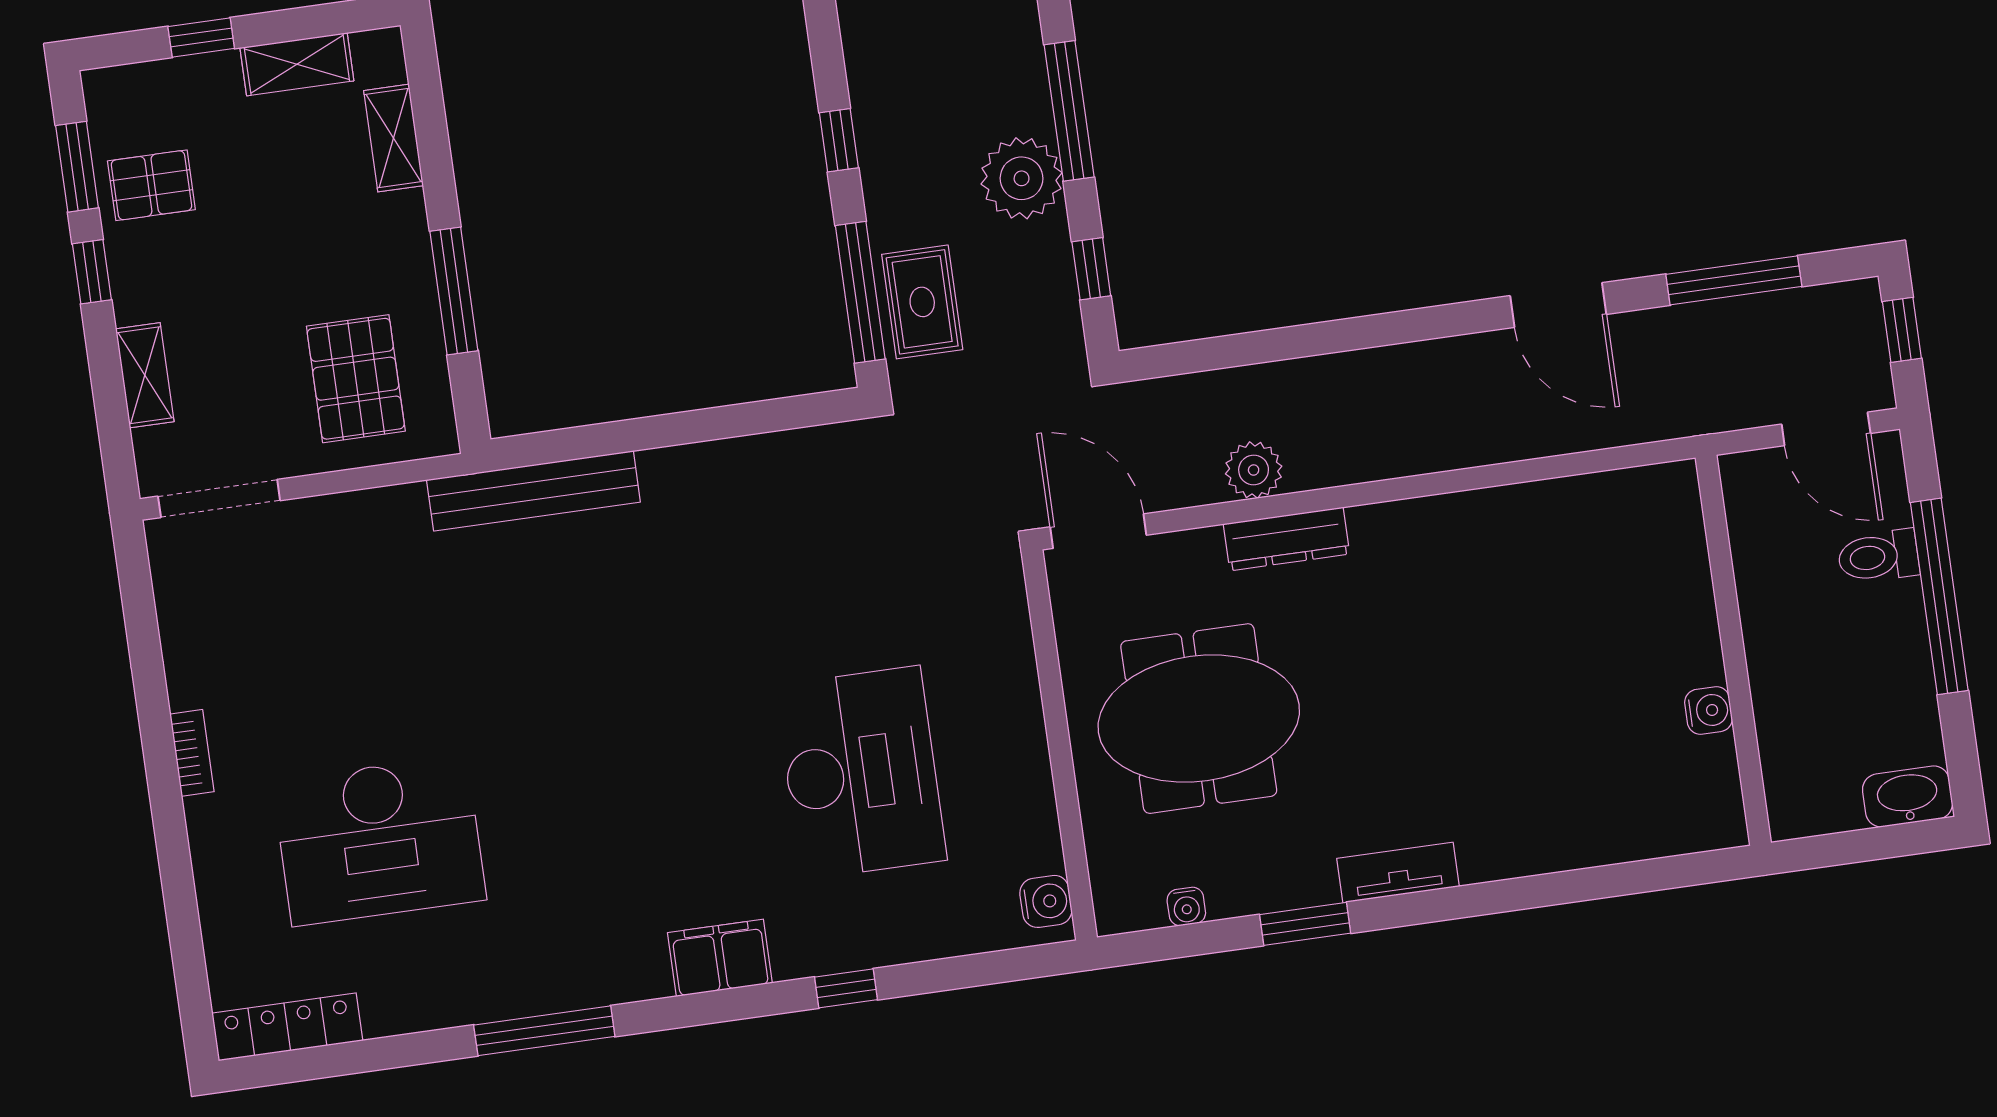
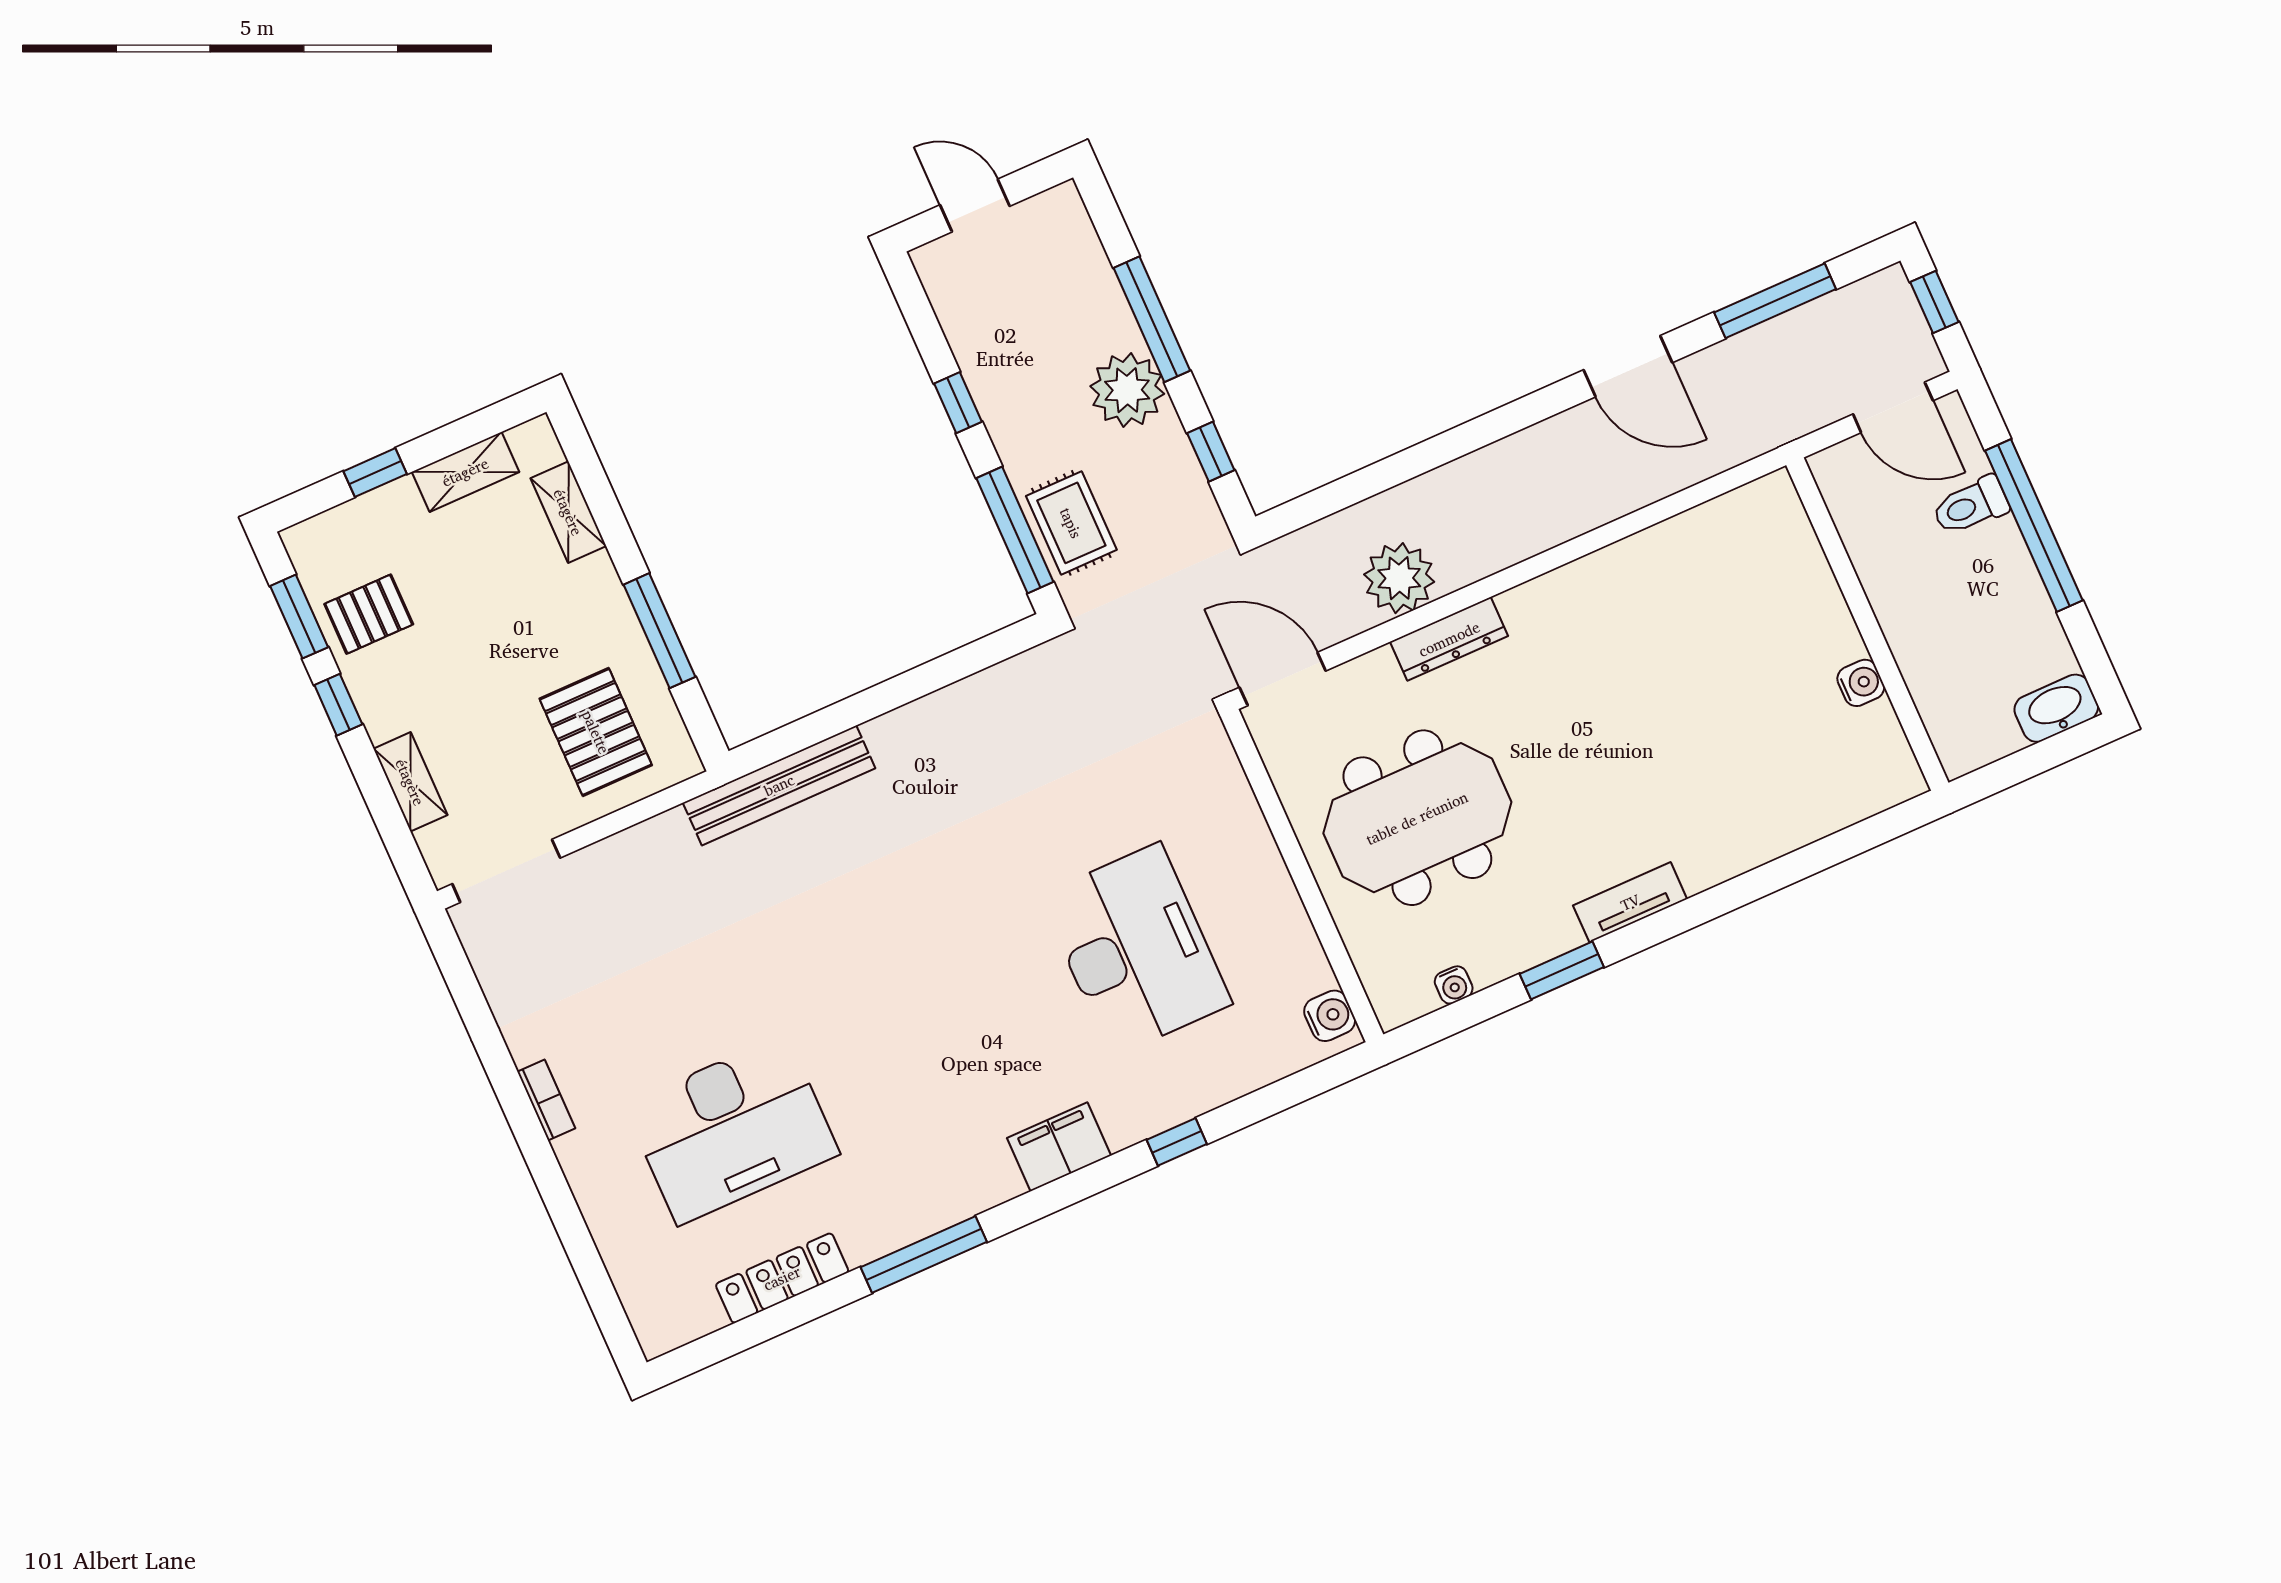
plant: (1254, 470) -> (1399, 578), width x1.36, depth x1.36
locker: (287, 1027) -> (782, 1278), moved

